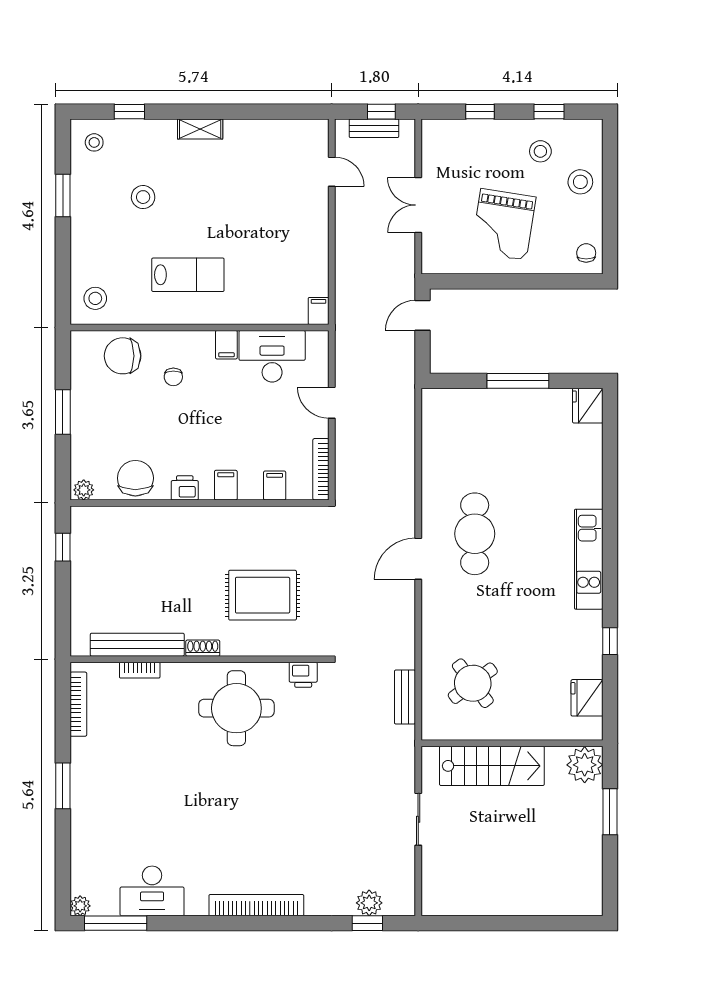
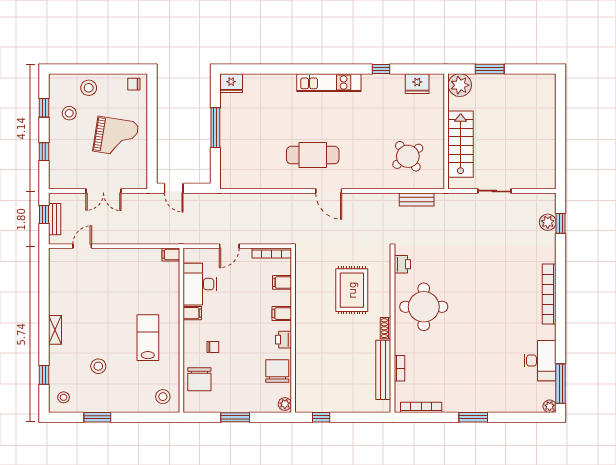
chair: (135, 478) -> (277, 371), turned 90

